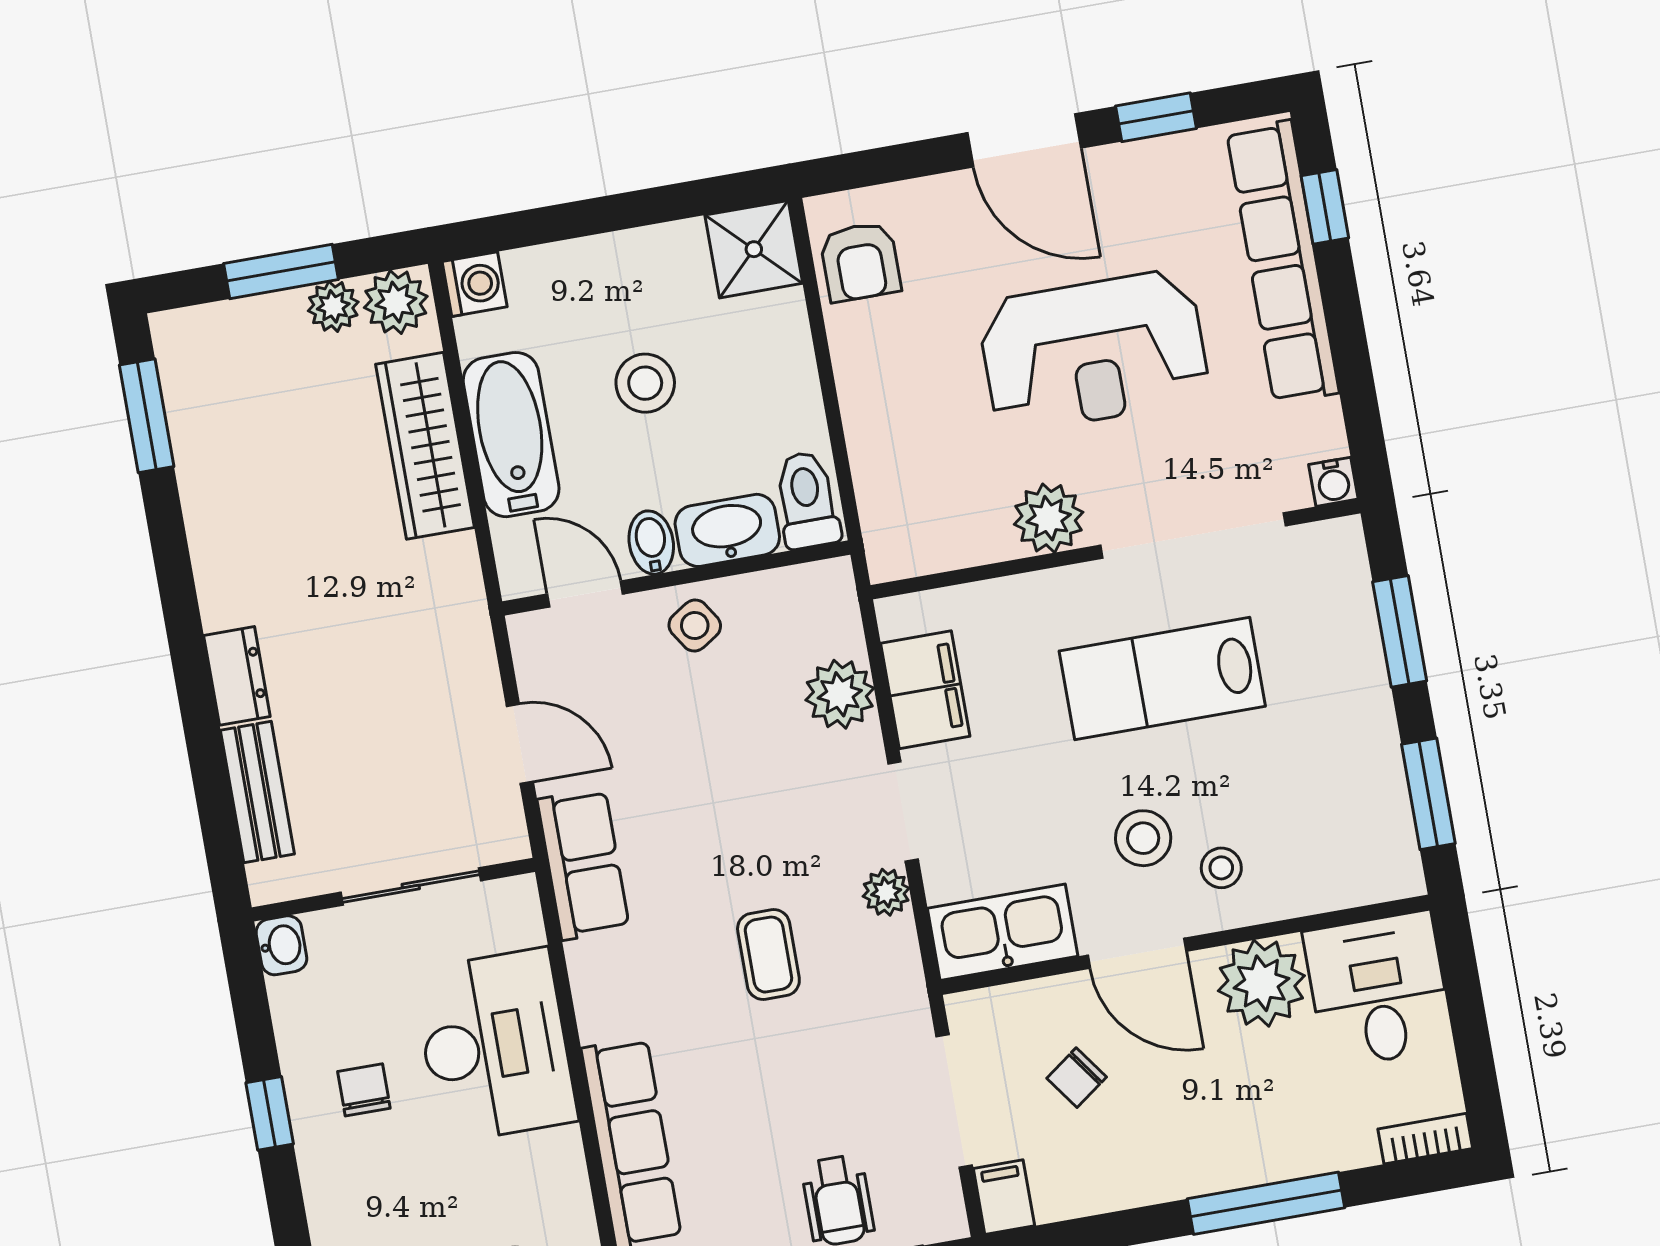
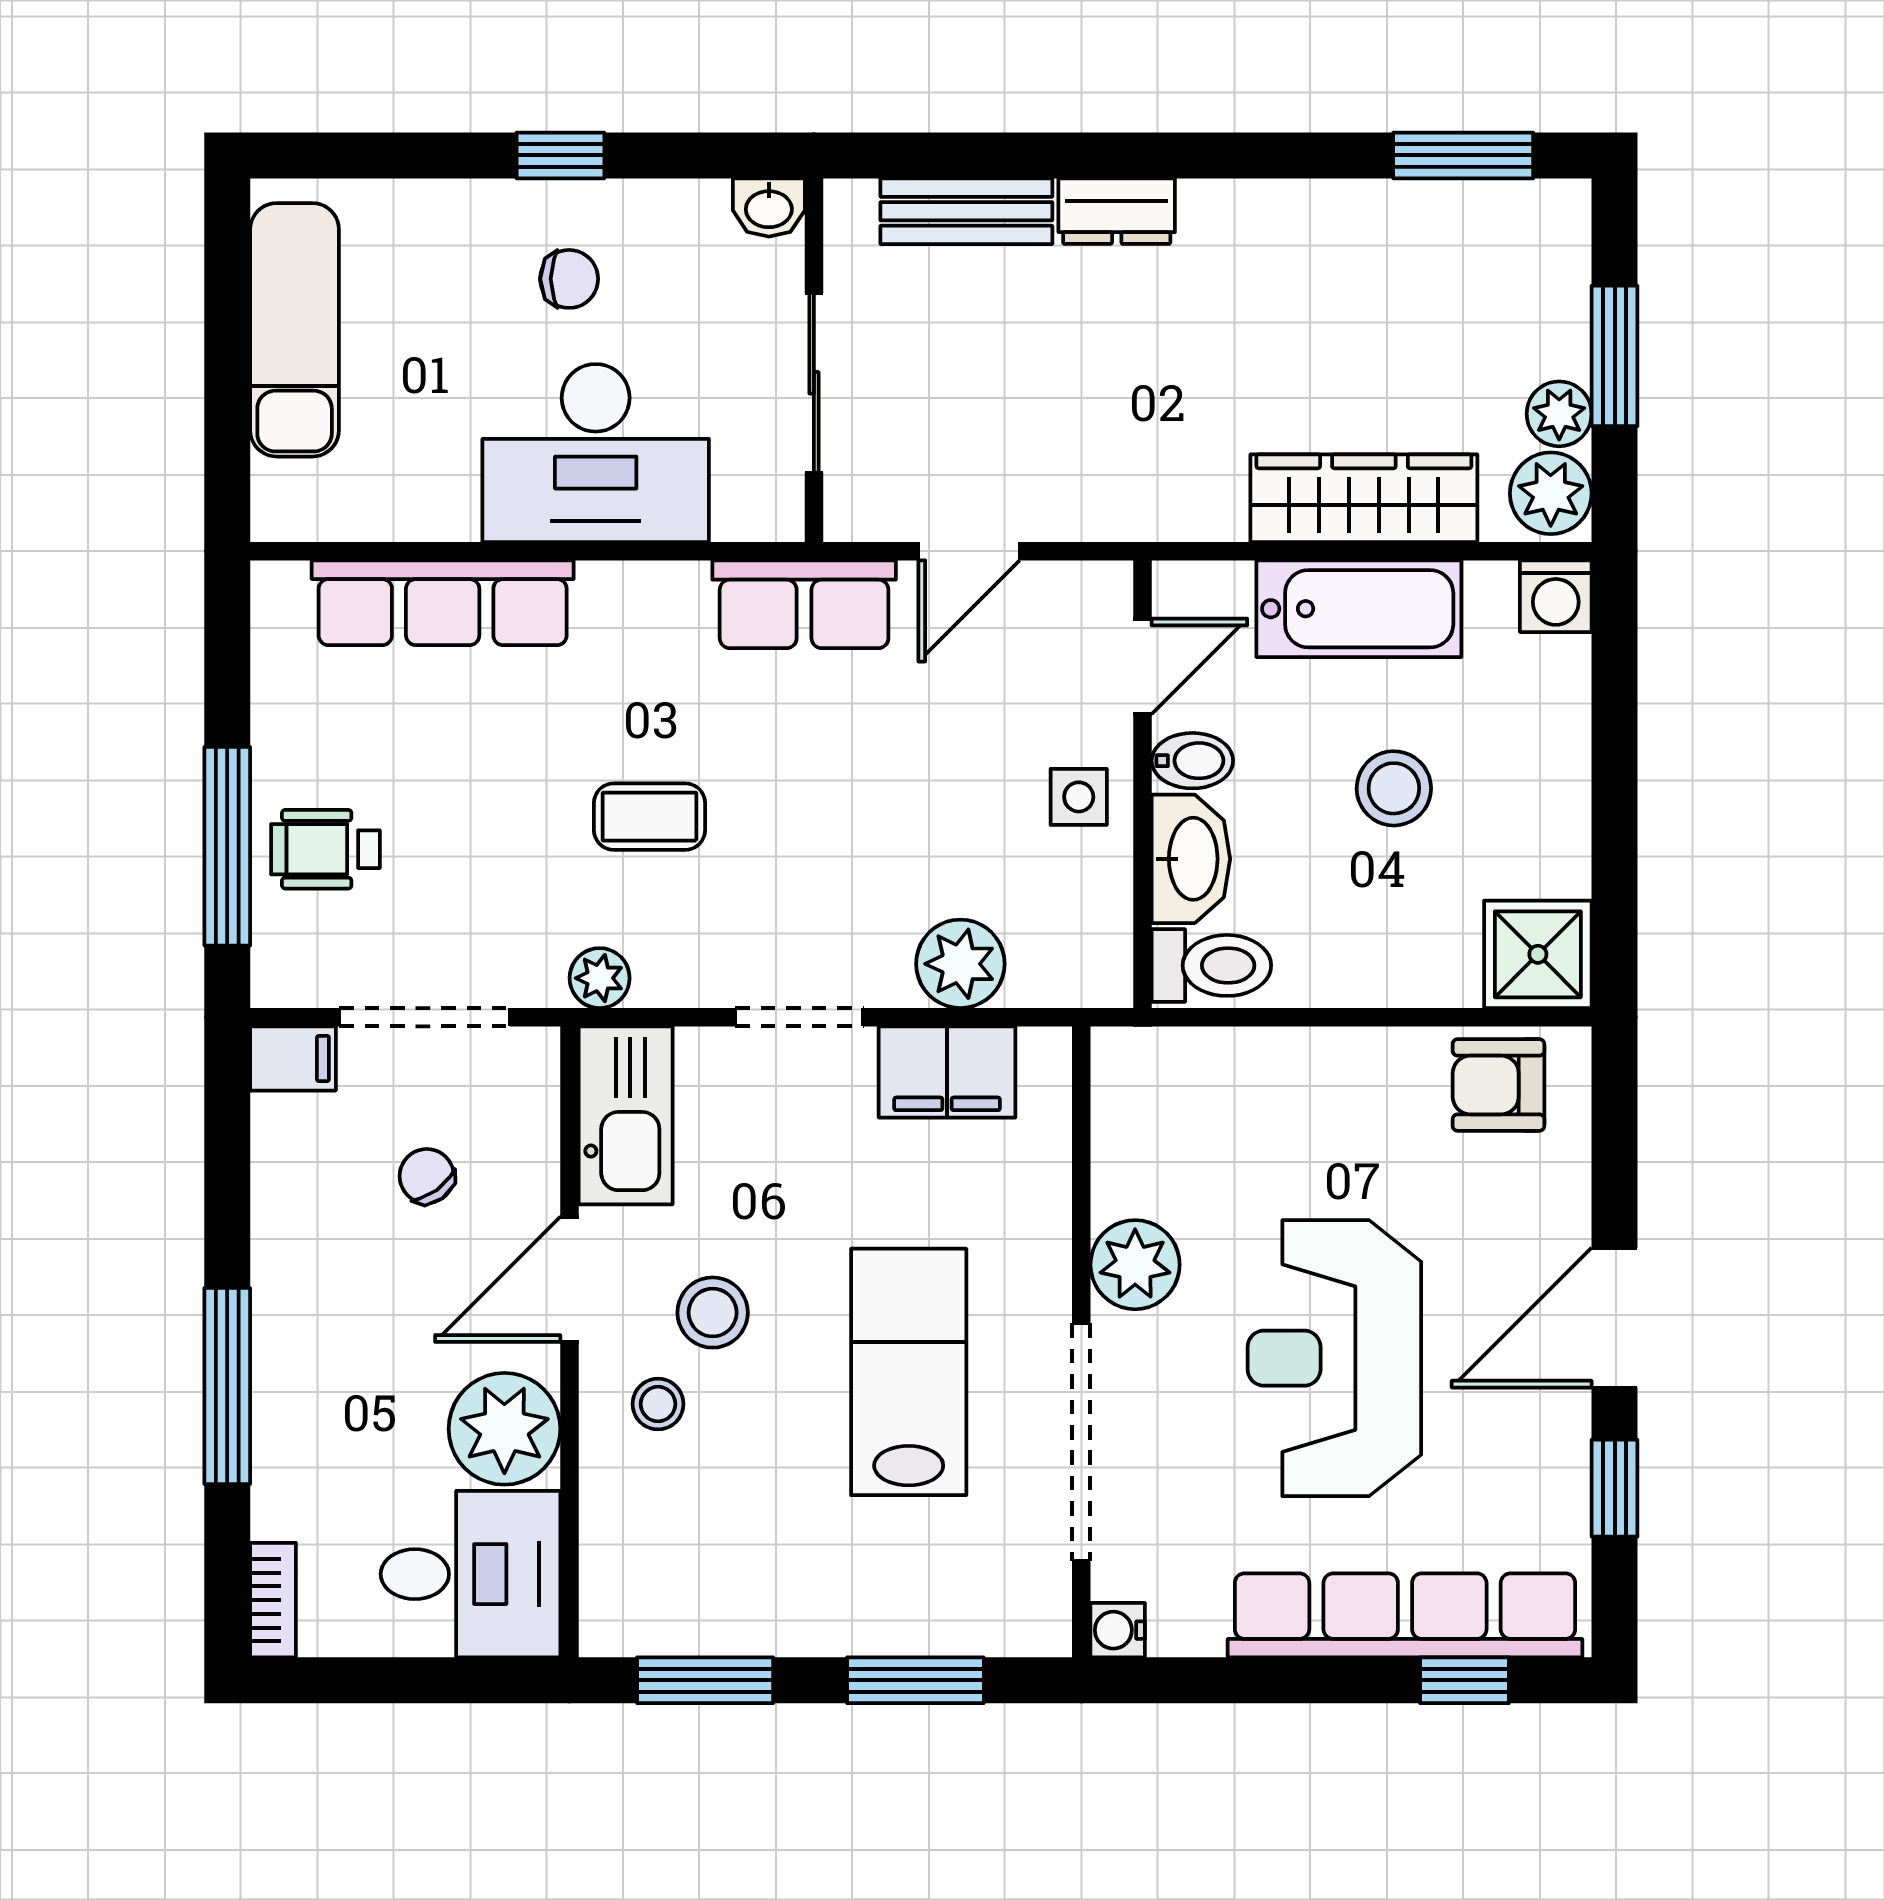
side table: (695, 625) -> (1079, 797), turned 33
plant: (886, 892) -> (600, 978), moved

